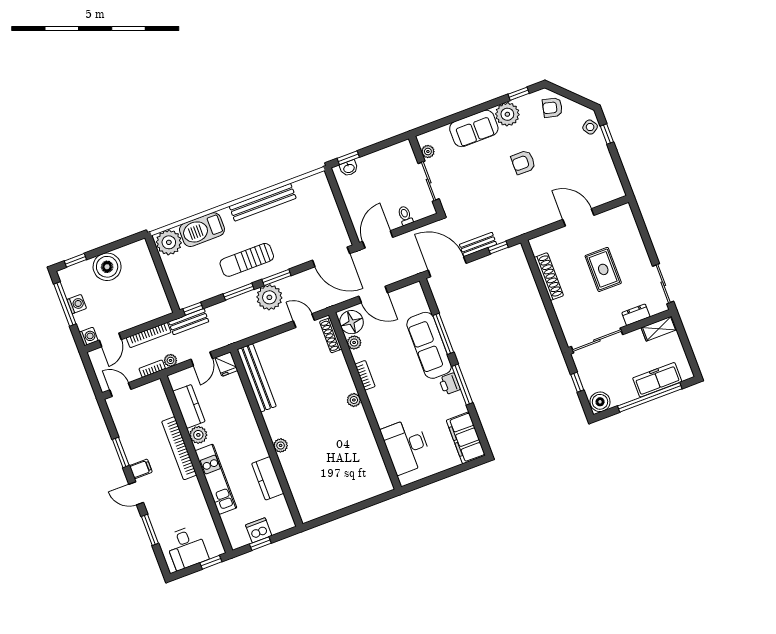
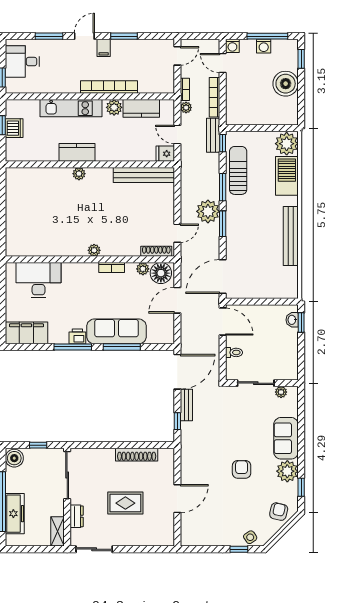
sun lounger: (247, 260) -> (238, 170), moved
kitchen counter: (268, 478) -> (77, 152), moved

